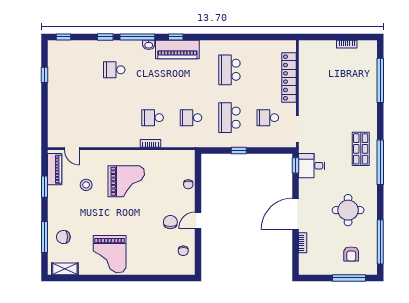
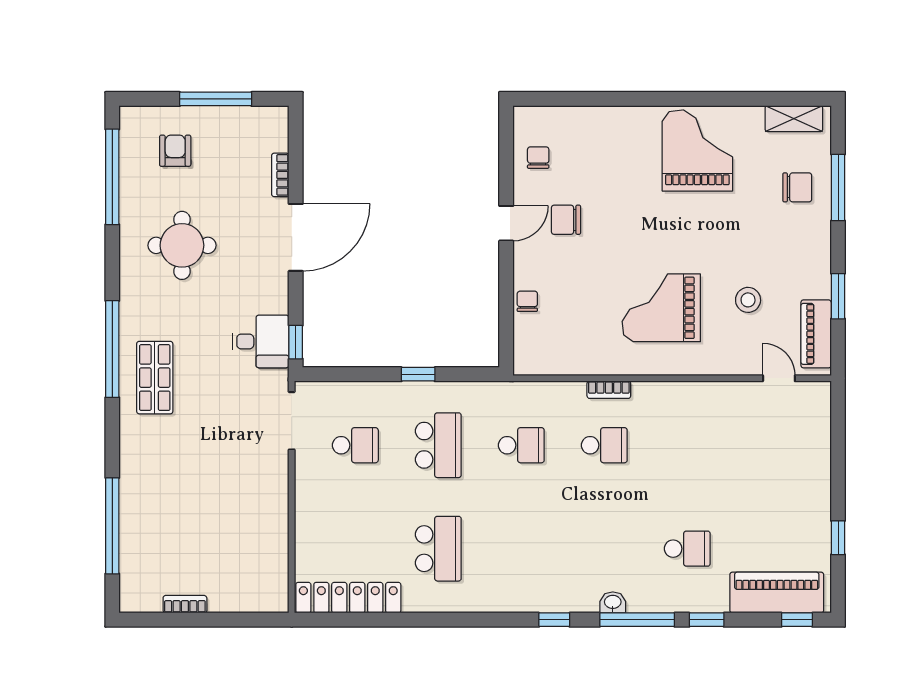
piano: (177, 49) -> (777, 593), moved
locker: (289, 78) -> (348, 598), moved, turned -90
chair: (170, 222) -> (566, 220), turned 90
window: (349, 278) -> (216, 99), moved

